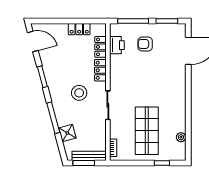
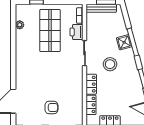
printer: (117, 45) -> (77, 32), moved
shower: (67, 133) -> (124, 42), moved

